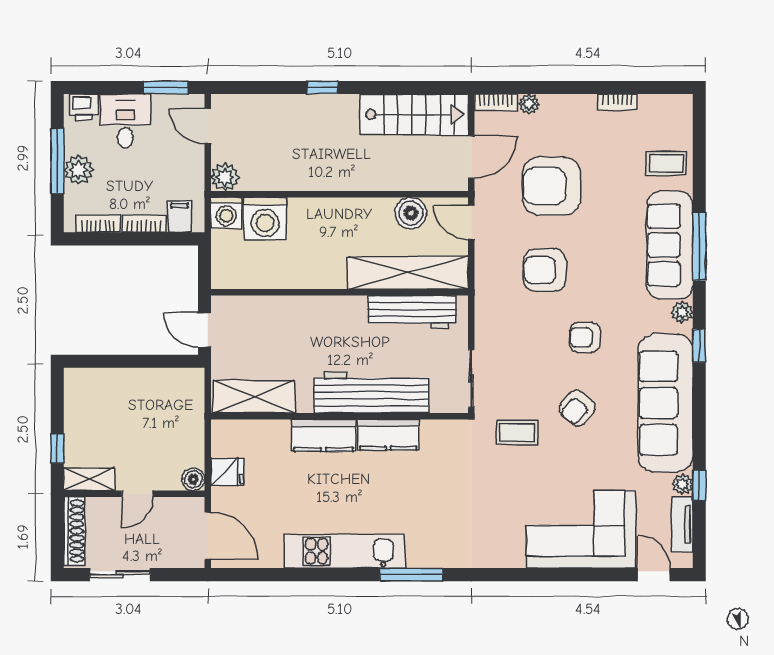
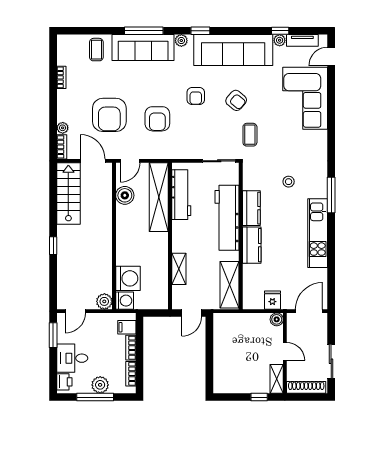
shelving: (282, 308) -> (179, 269), added
stool: (435, 500) -> (289, 182), added

